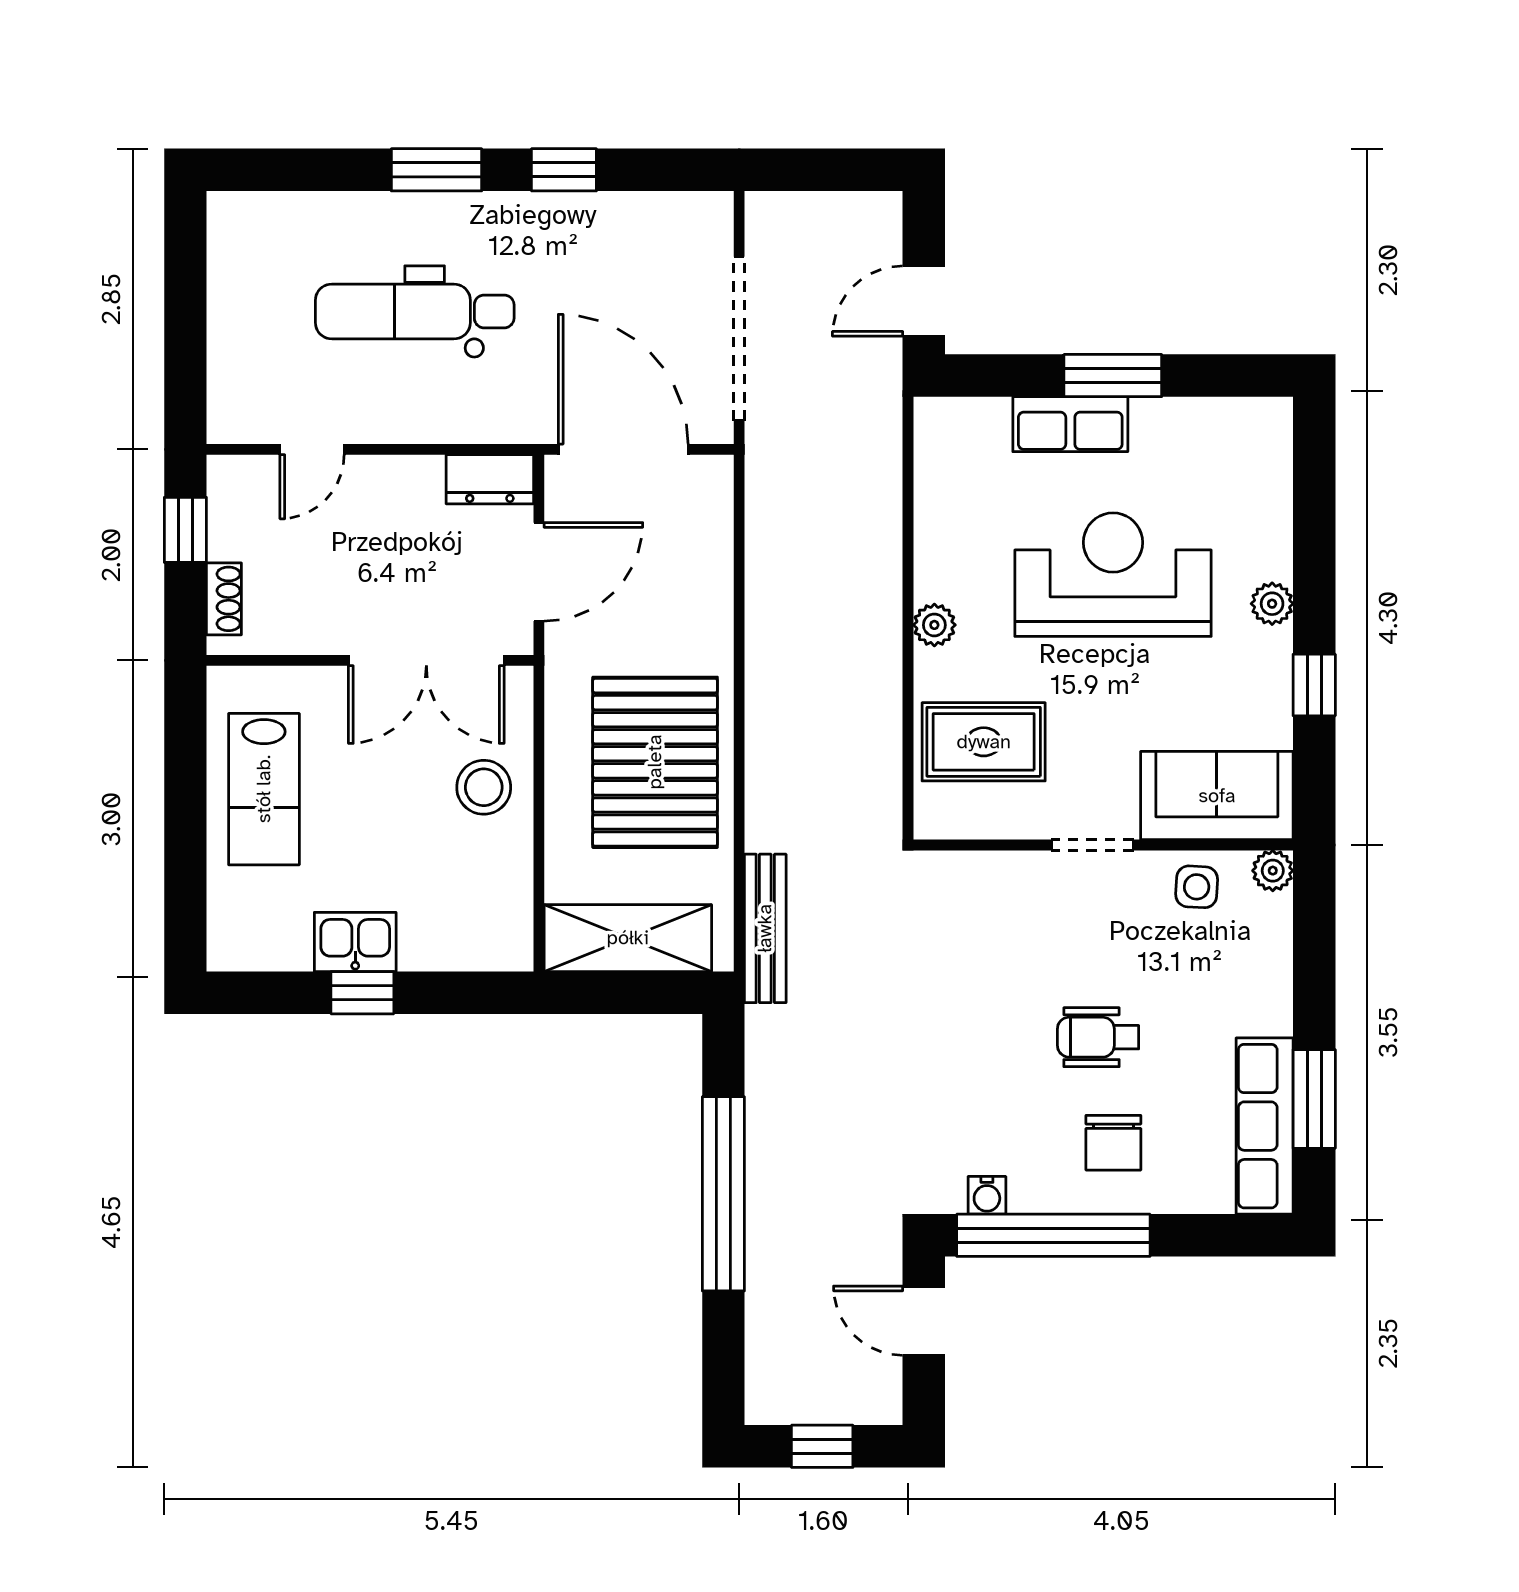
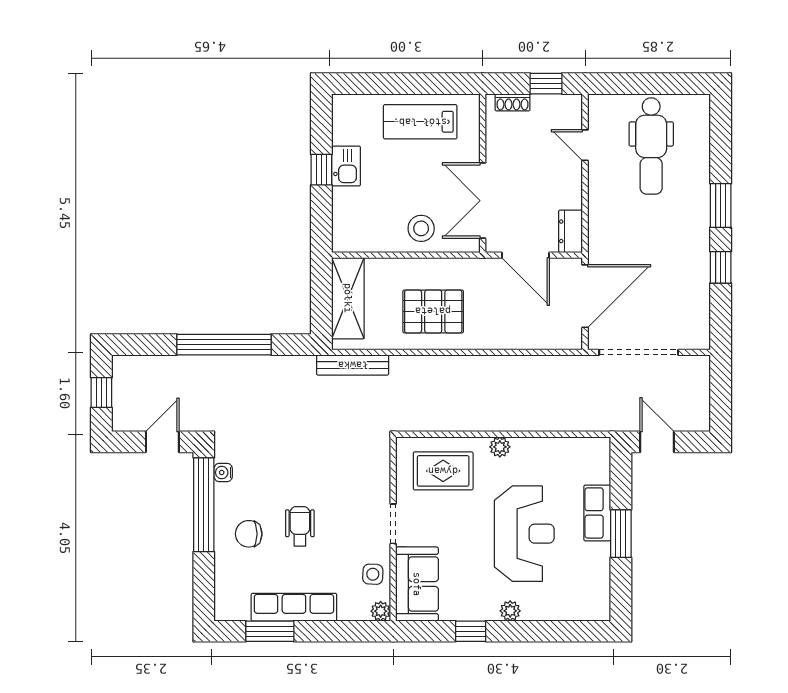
dental chair: (415, 311) -> (651, 146), moved, turned 180
rug: (984, 742) -> (443, 471), turned 90
pallet: (655, 762) -> (433, 311), width x0.73, depth x0.71
row of seats: (1265, 1126) -> (294, 607), moved

